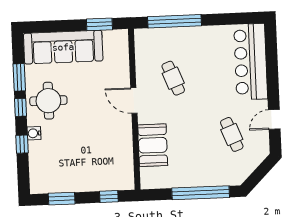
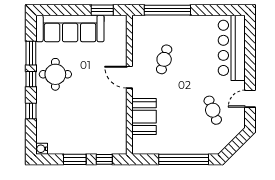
cafe table: (173, 78) -> (164, 59), turned 36
water cooler: (34, 133) -> (42, 149), moved
window: (62, 199) -> (75, 159), moved

